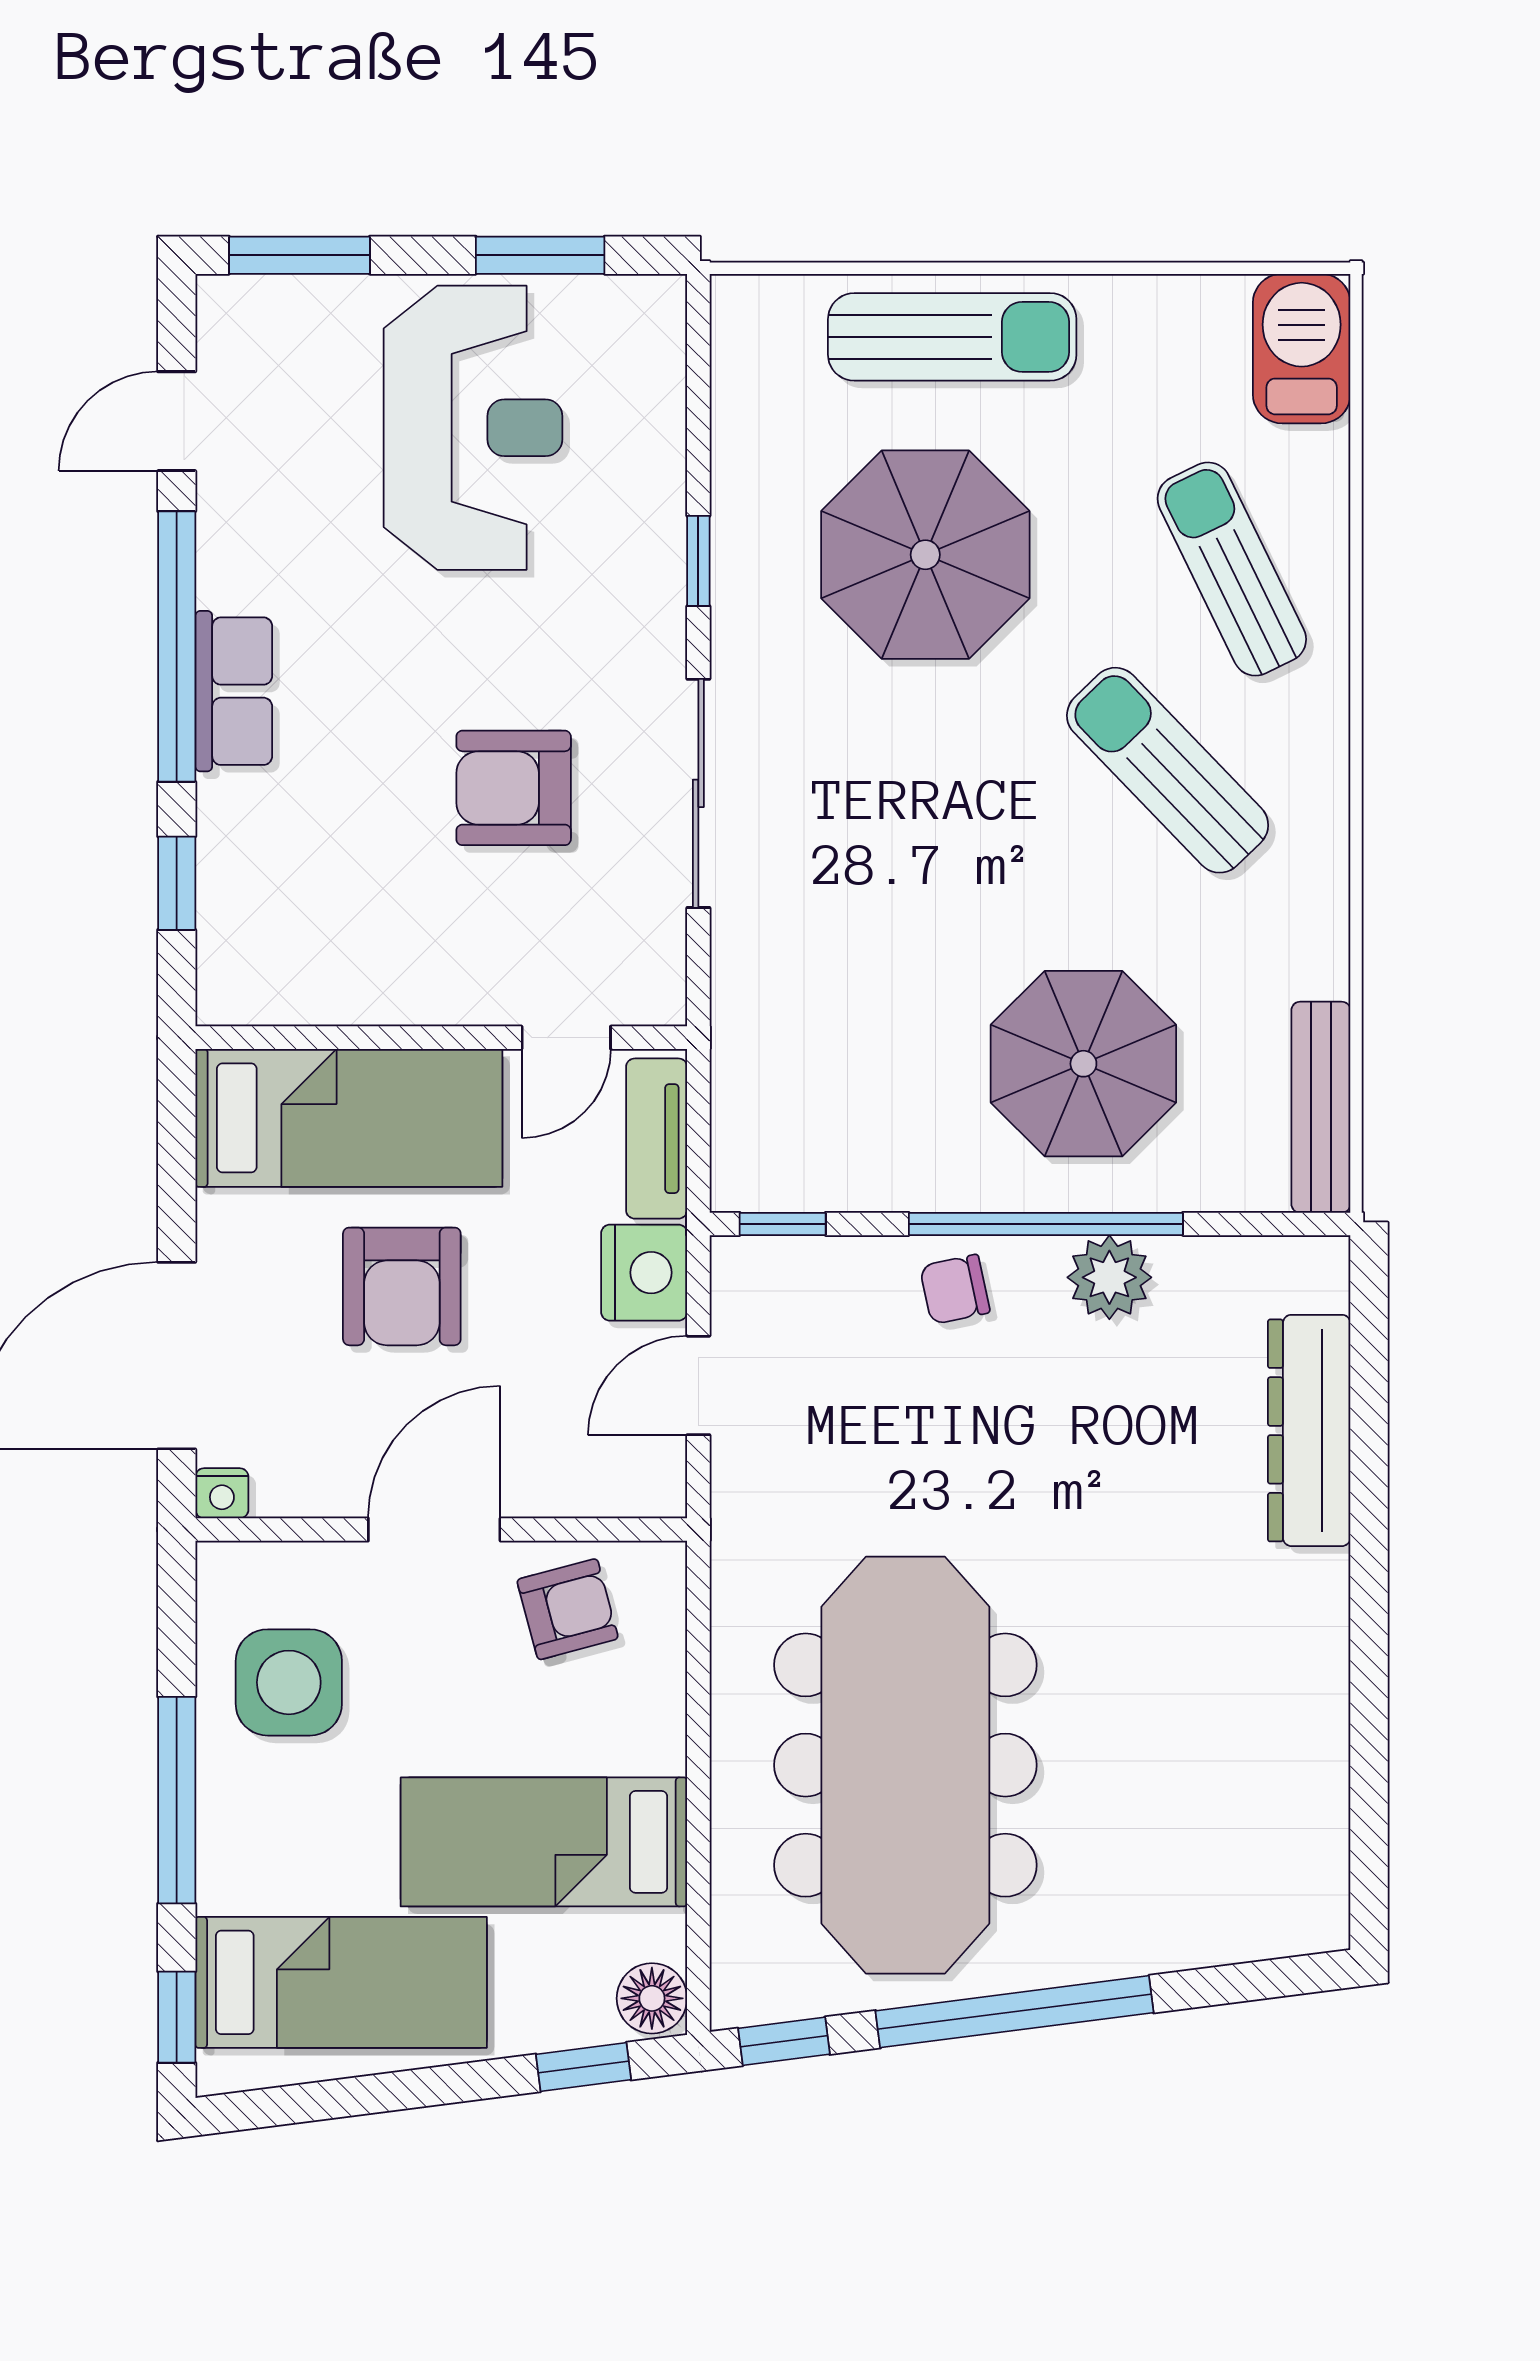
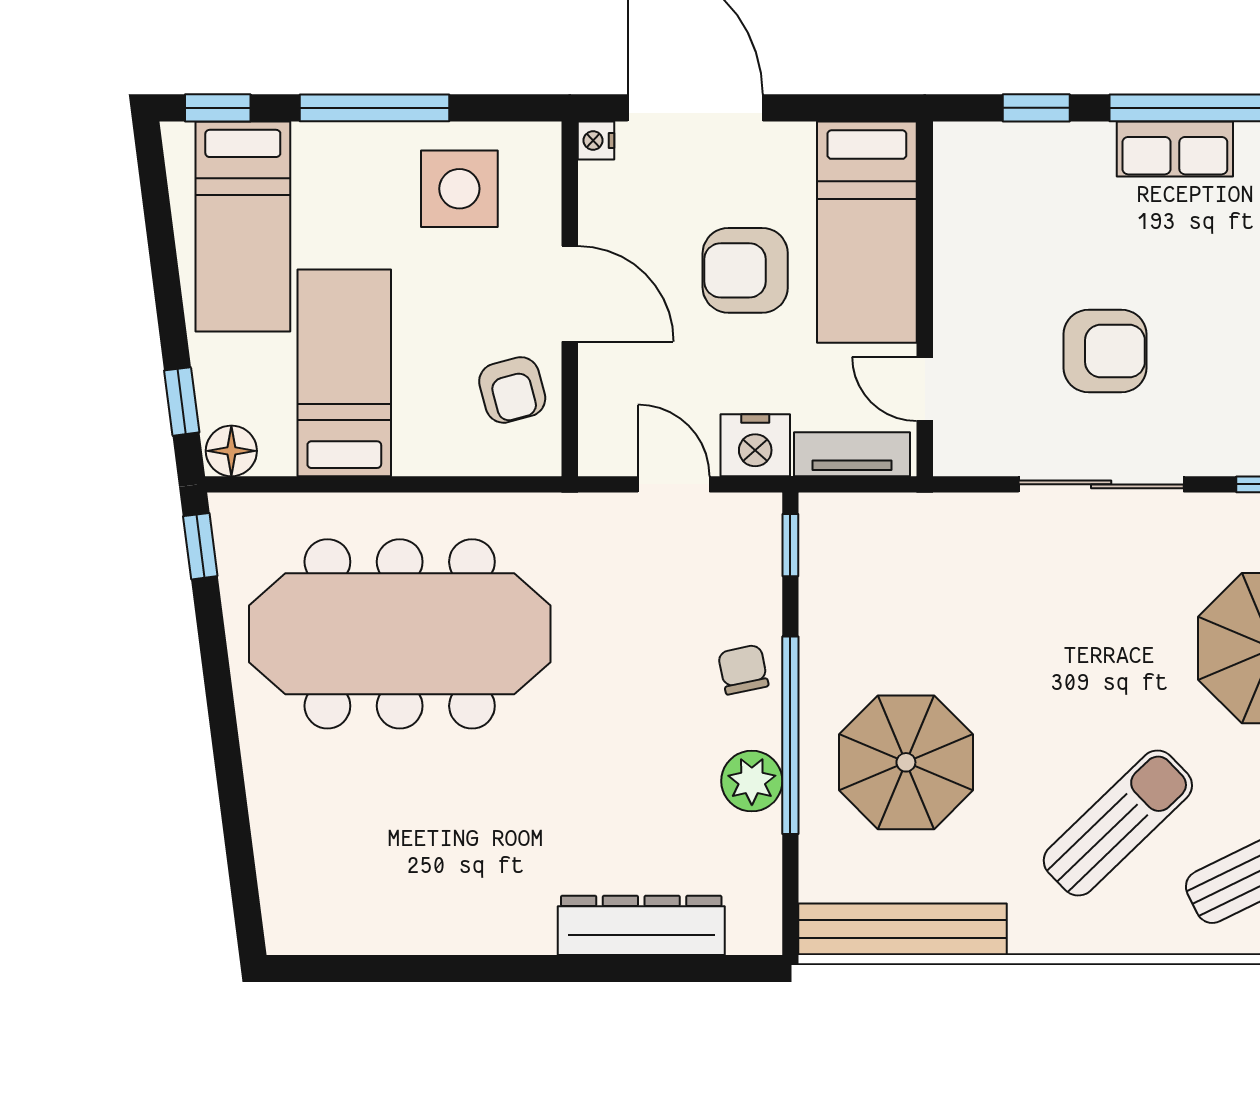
armchair: (514, 788) -> (1105, 351), turned 90
bench: (1321, 1107) -> (903, 929), width x1.37, depth x1.21
window: (1015, 2012) -> (222, 713), removed

